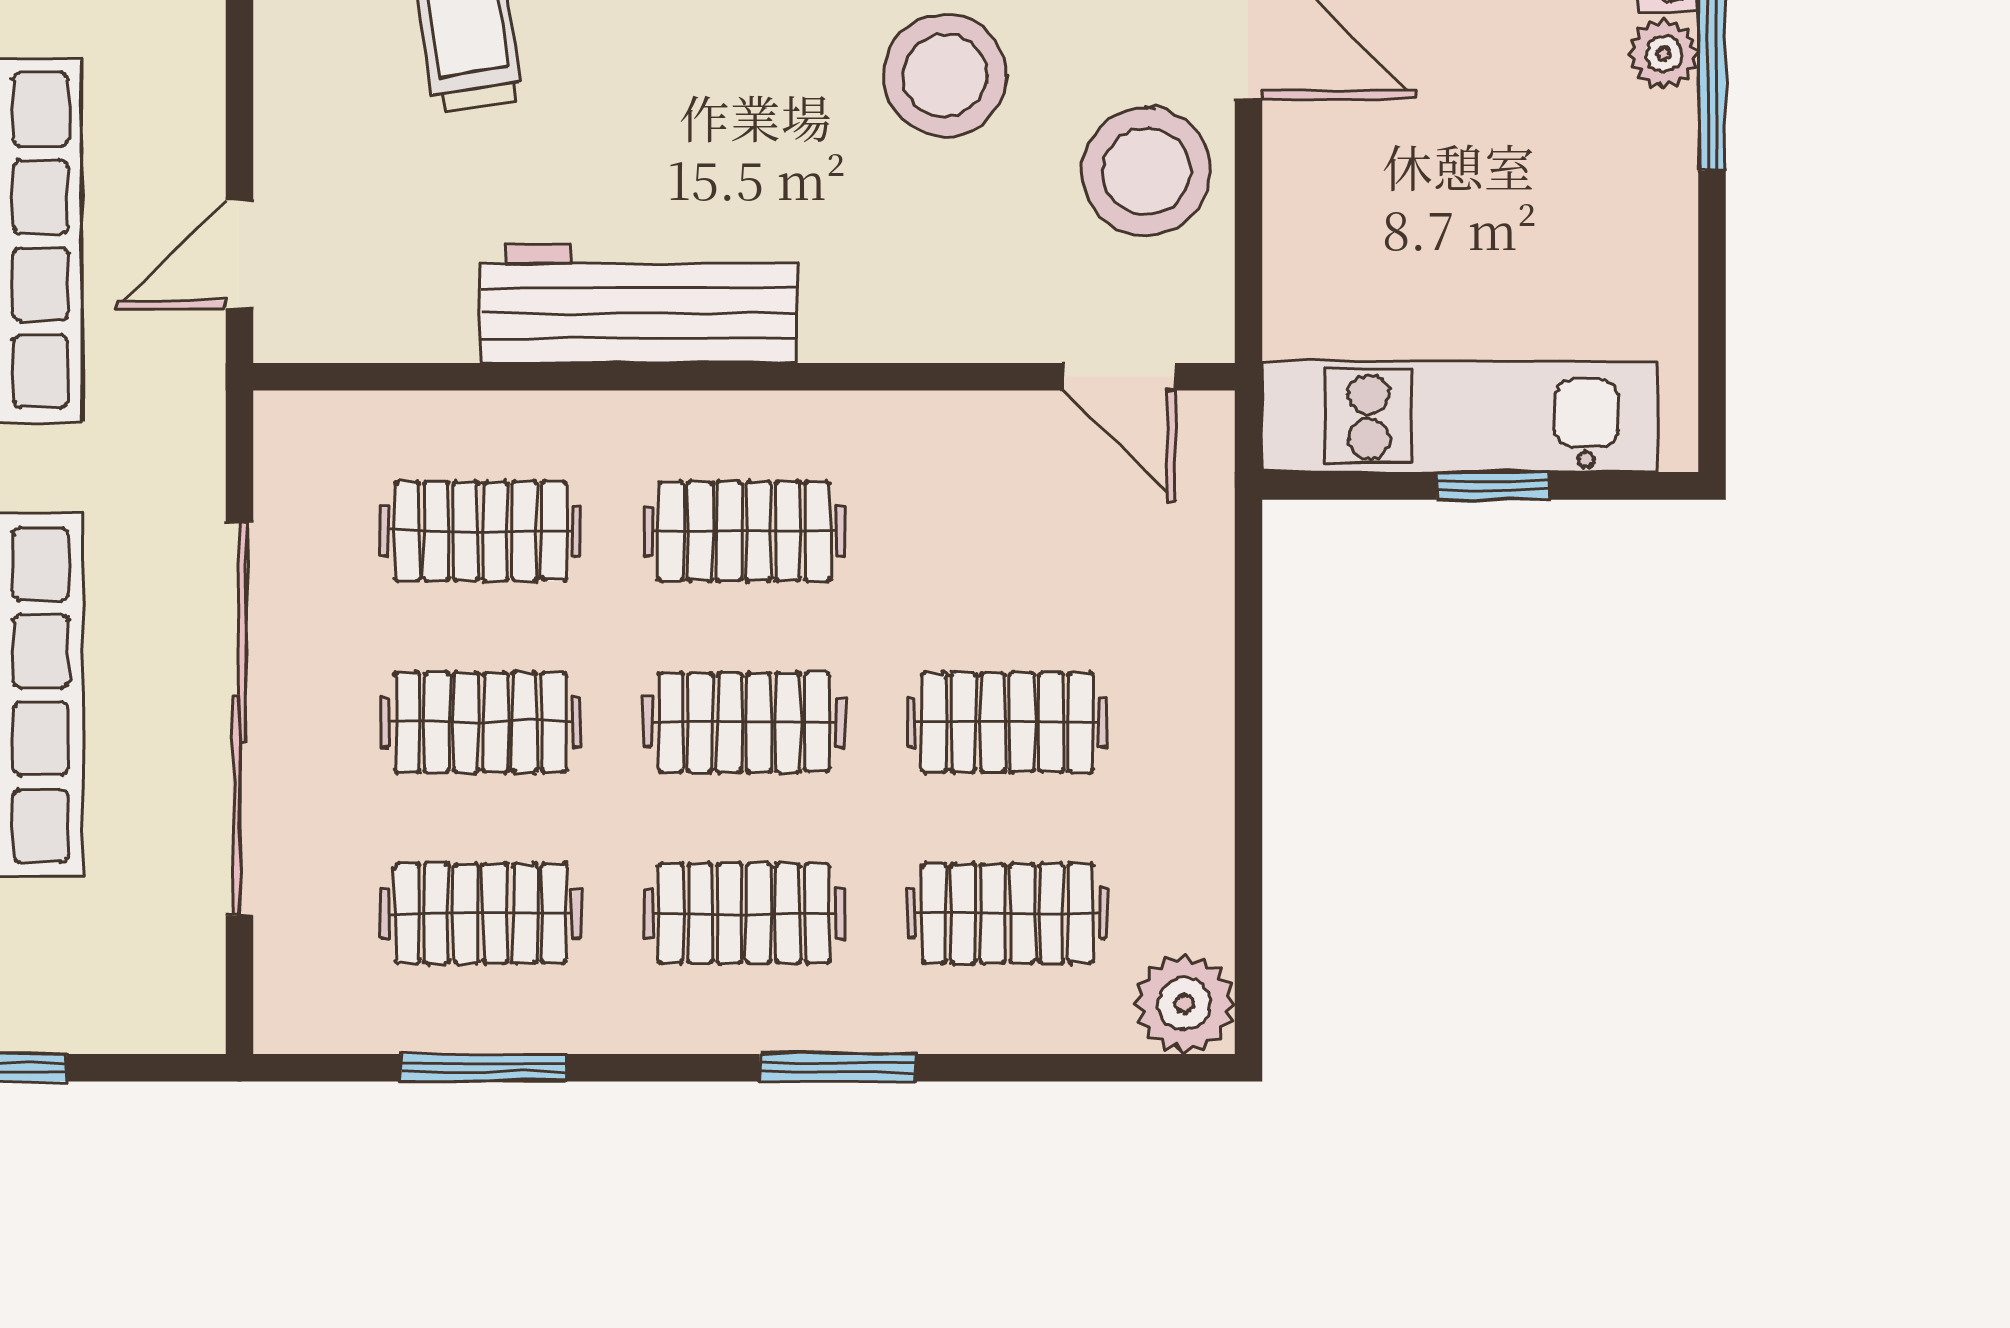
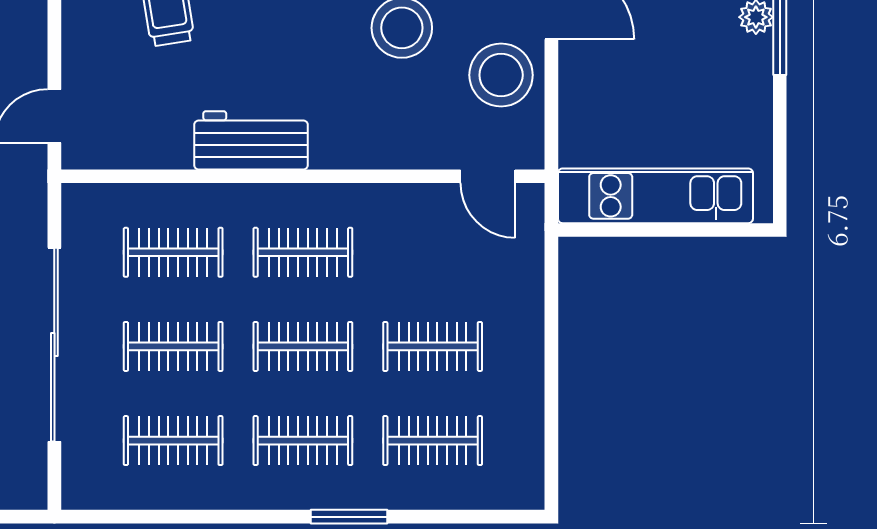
workbench: (639, 304) -> (251, 140), width x0.73
window: (1493, 486) -> (672, 230), removed
plant: (1184, 1004) -> (520, 485), removed
window: (483, 1068) -> (174, 517), removed

